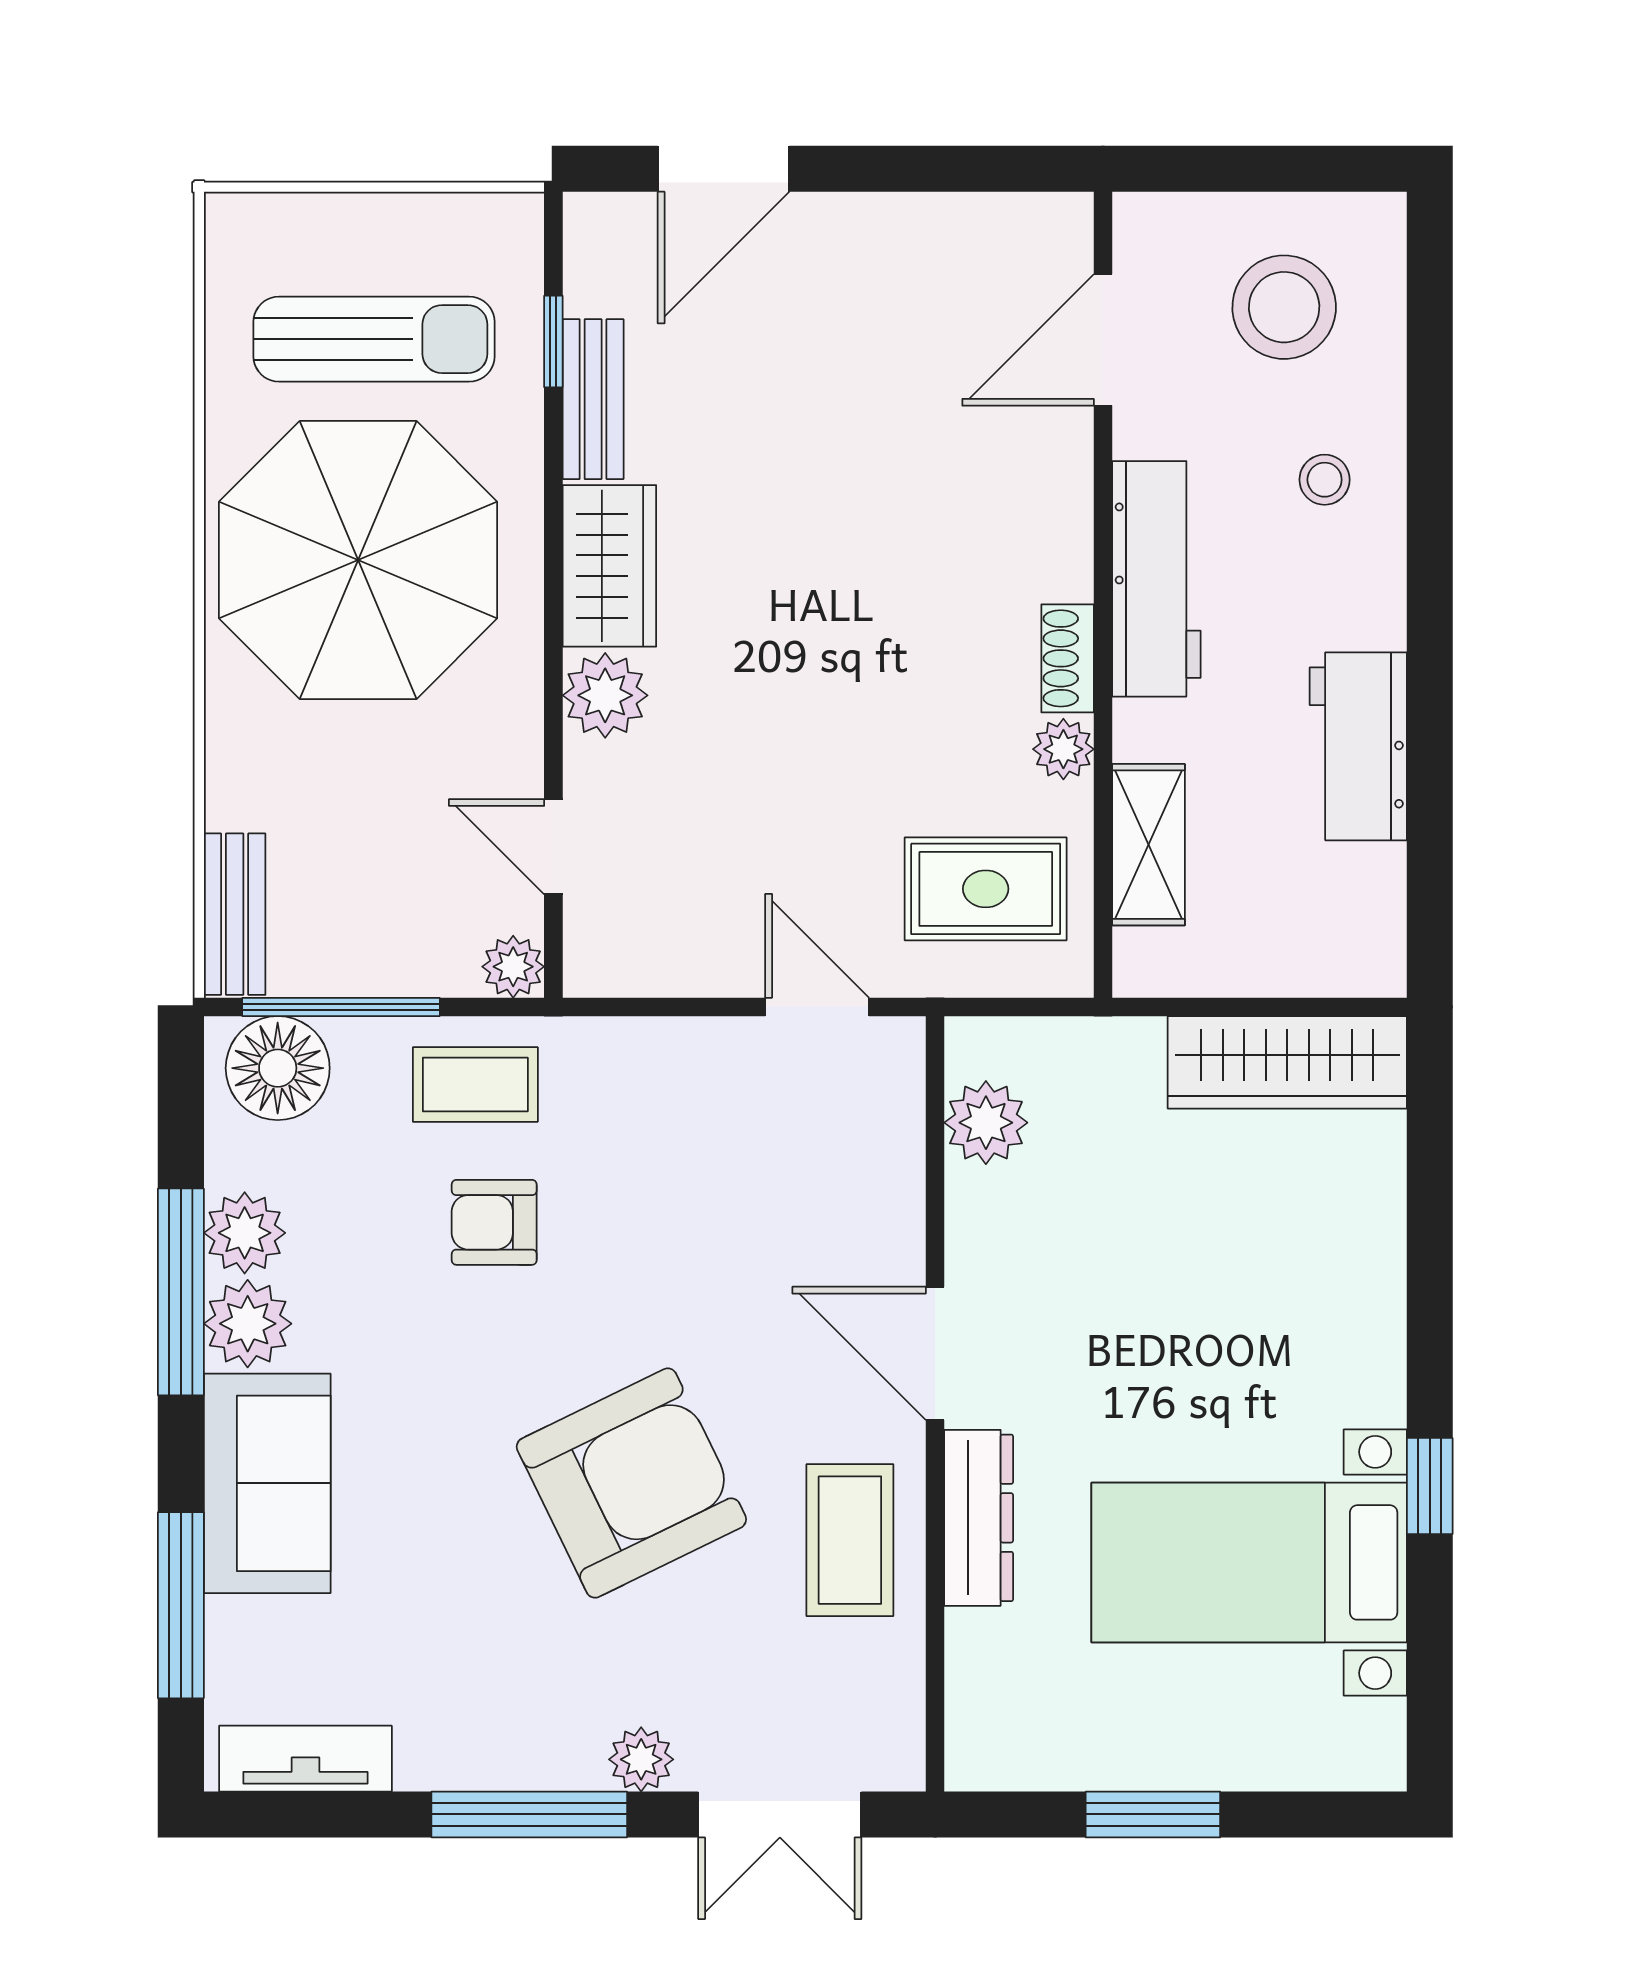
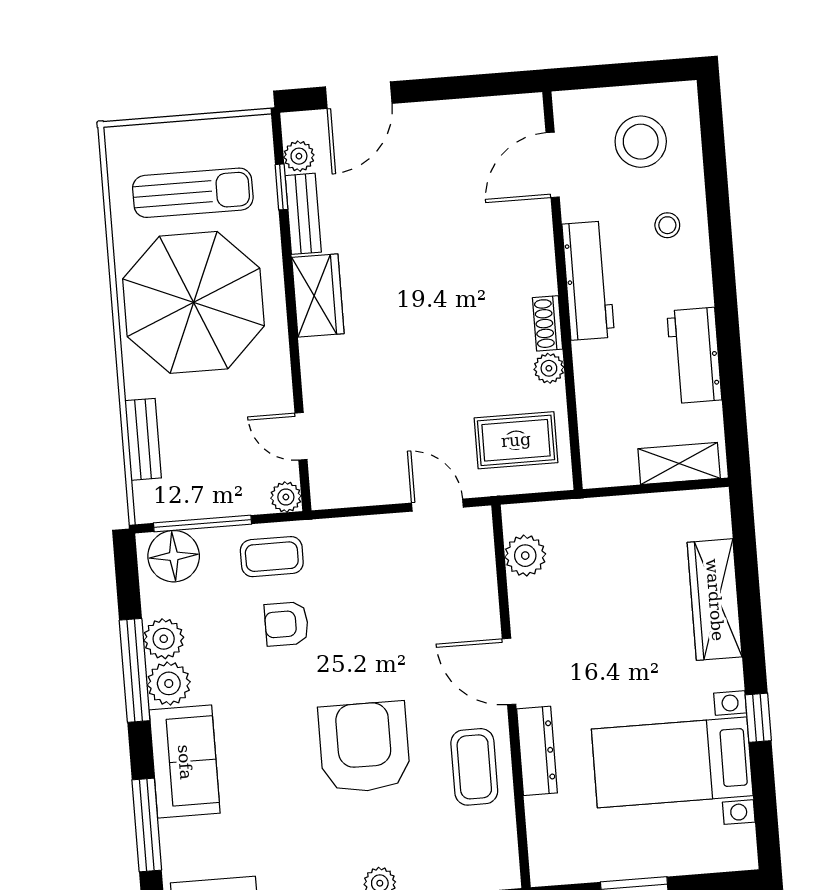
plant: (605, 695) -> (299, 156), moved, width x0.73, depth x0.73
shelving: (1148, 845) -> (679, 463), moved, turned 90
bench: (235, 914) -> (143, 439), moved
wardrobe: (1287, 1062) -> (715, 600), moved, turned 90
armchair: (631, 1483) -> (364, 747), turned -64

